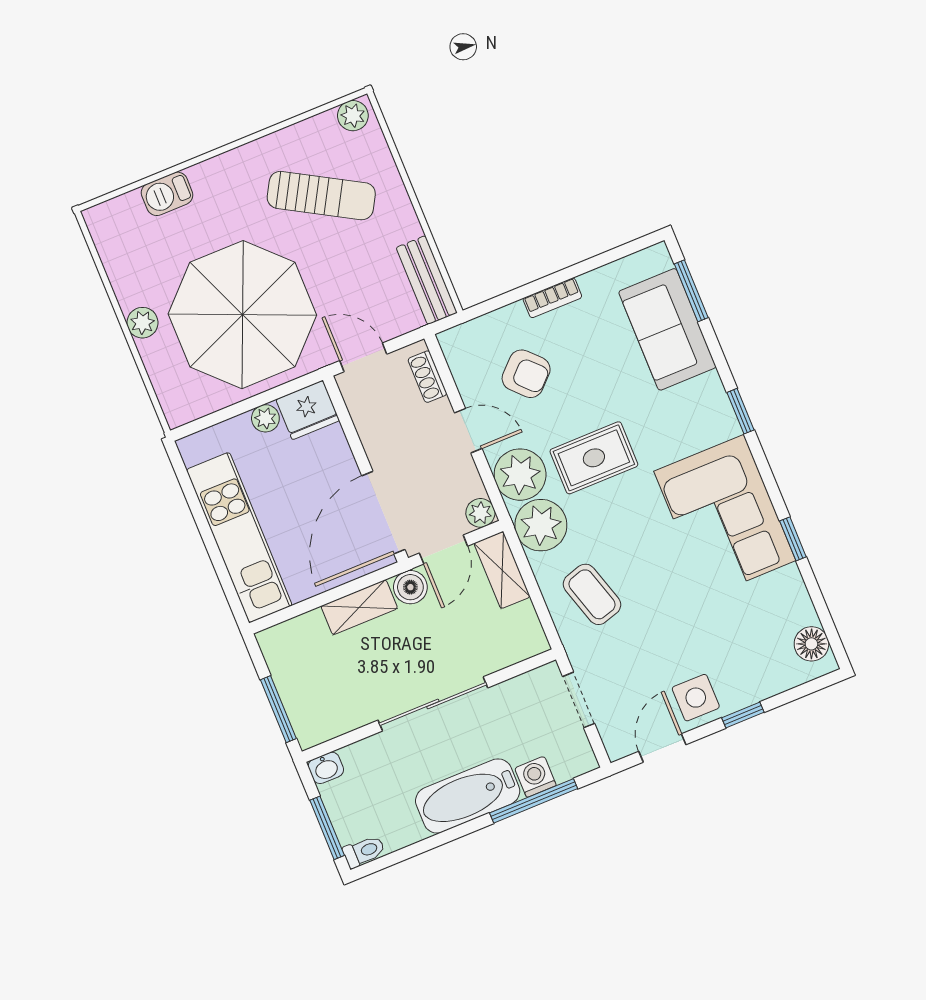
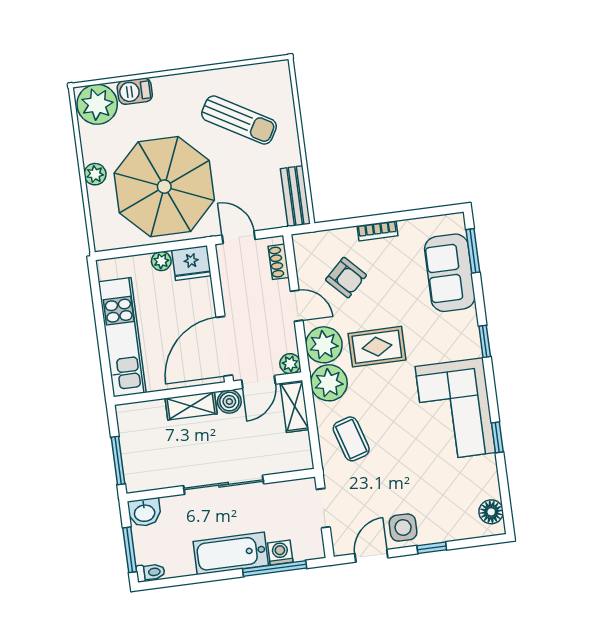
plant: (353, 116) -> (97, 104), moved, width x1.88, depth x1.88
washbasin: (326, 768) -> (144, 512), width x1.38, depth x1.45

